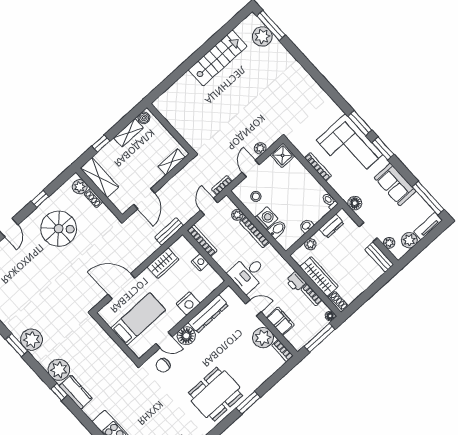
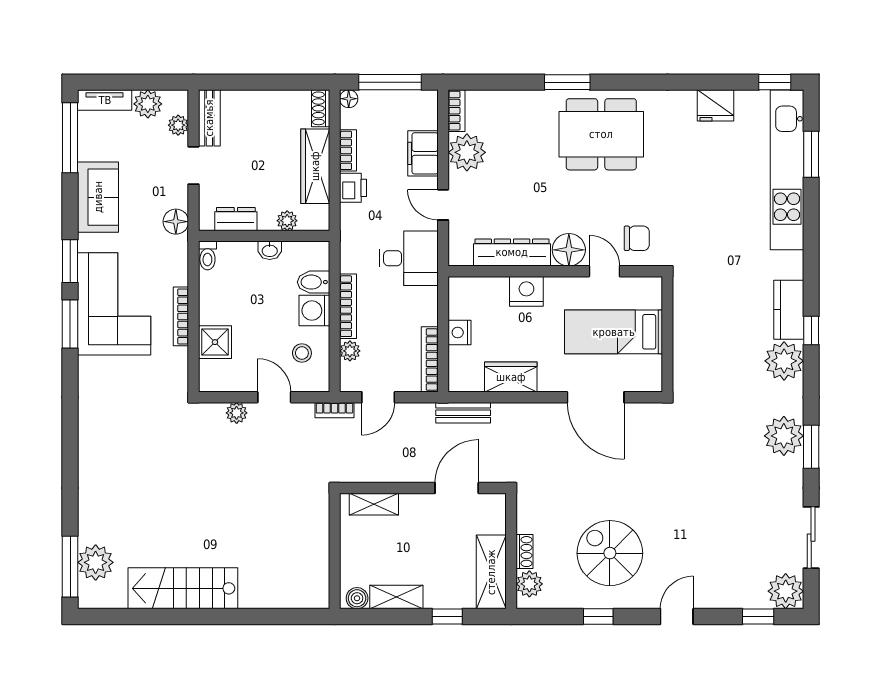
shower: (283, 155) -> (215, 342), moved
door: (251, 168) -> (274, 397), swing flipped

